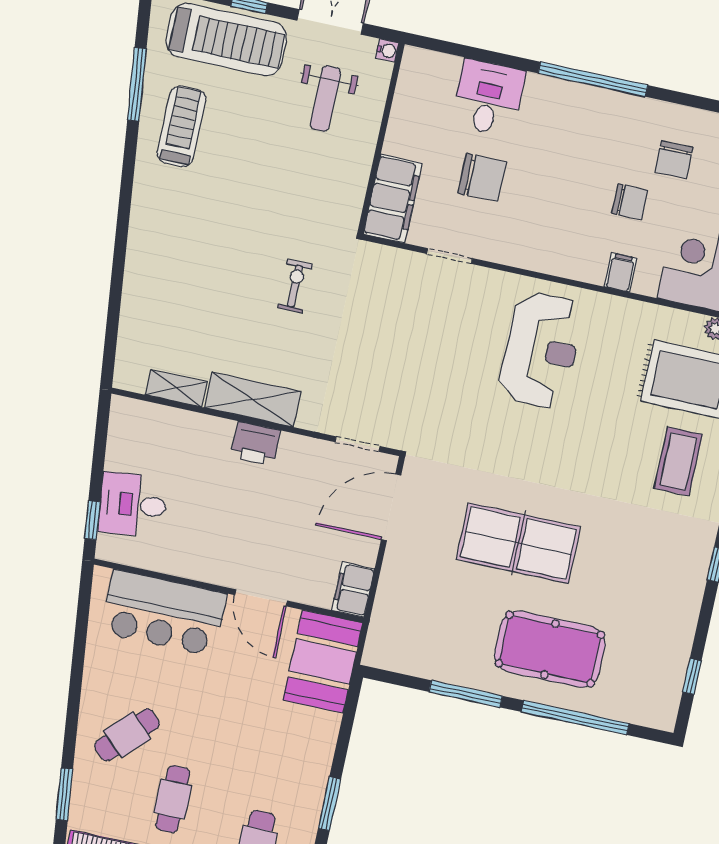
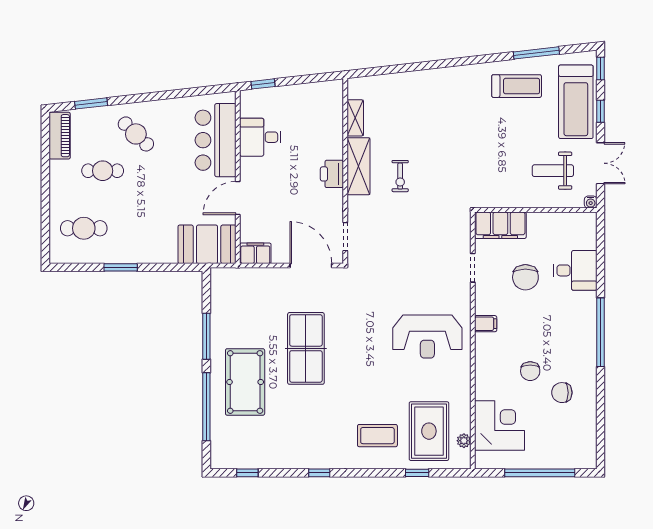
filing cabinet: (620, 272) -> (486, 324), moved
exercise bike: (295, 286) -> (400, 176), moved, turned 90
desk: (133, 505) -> (260, 137), moved, turned -84

